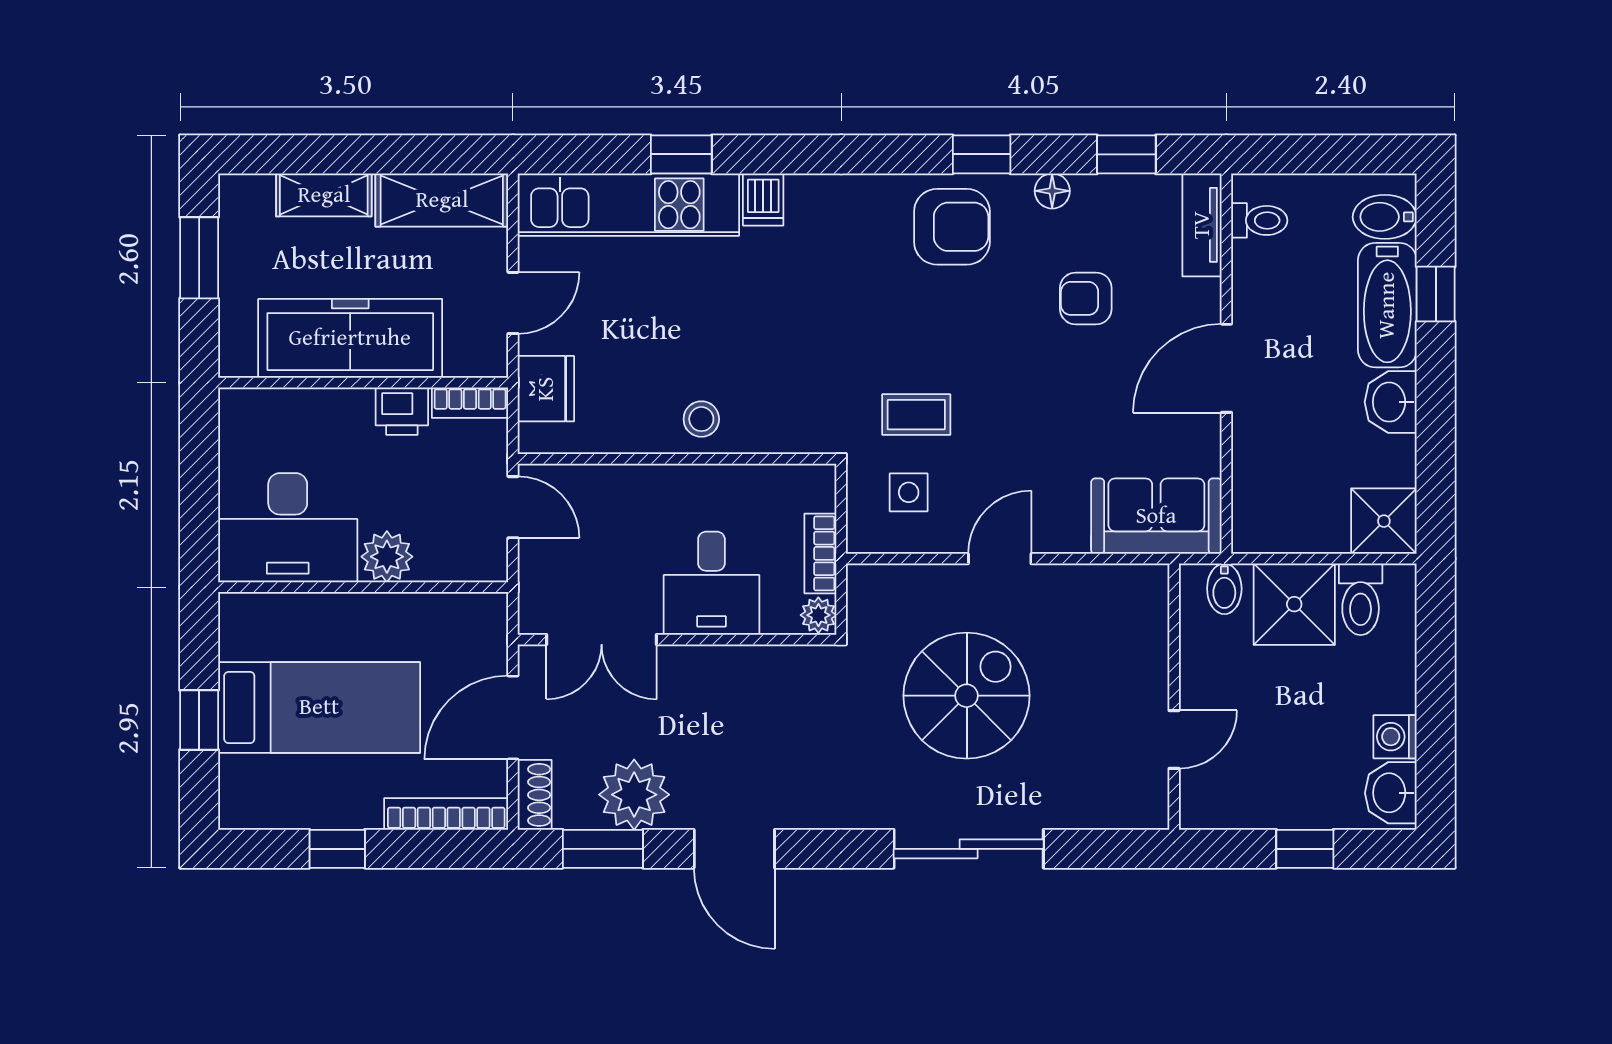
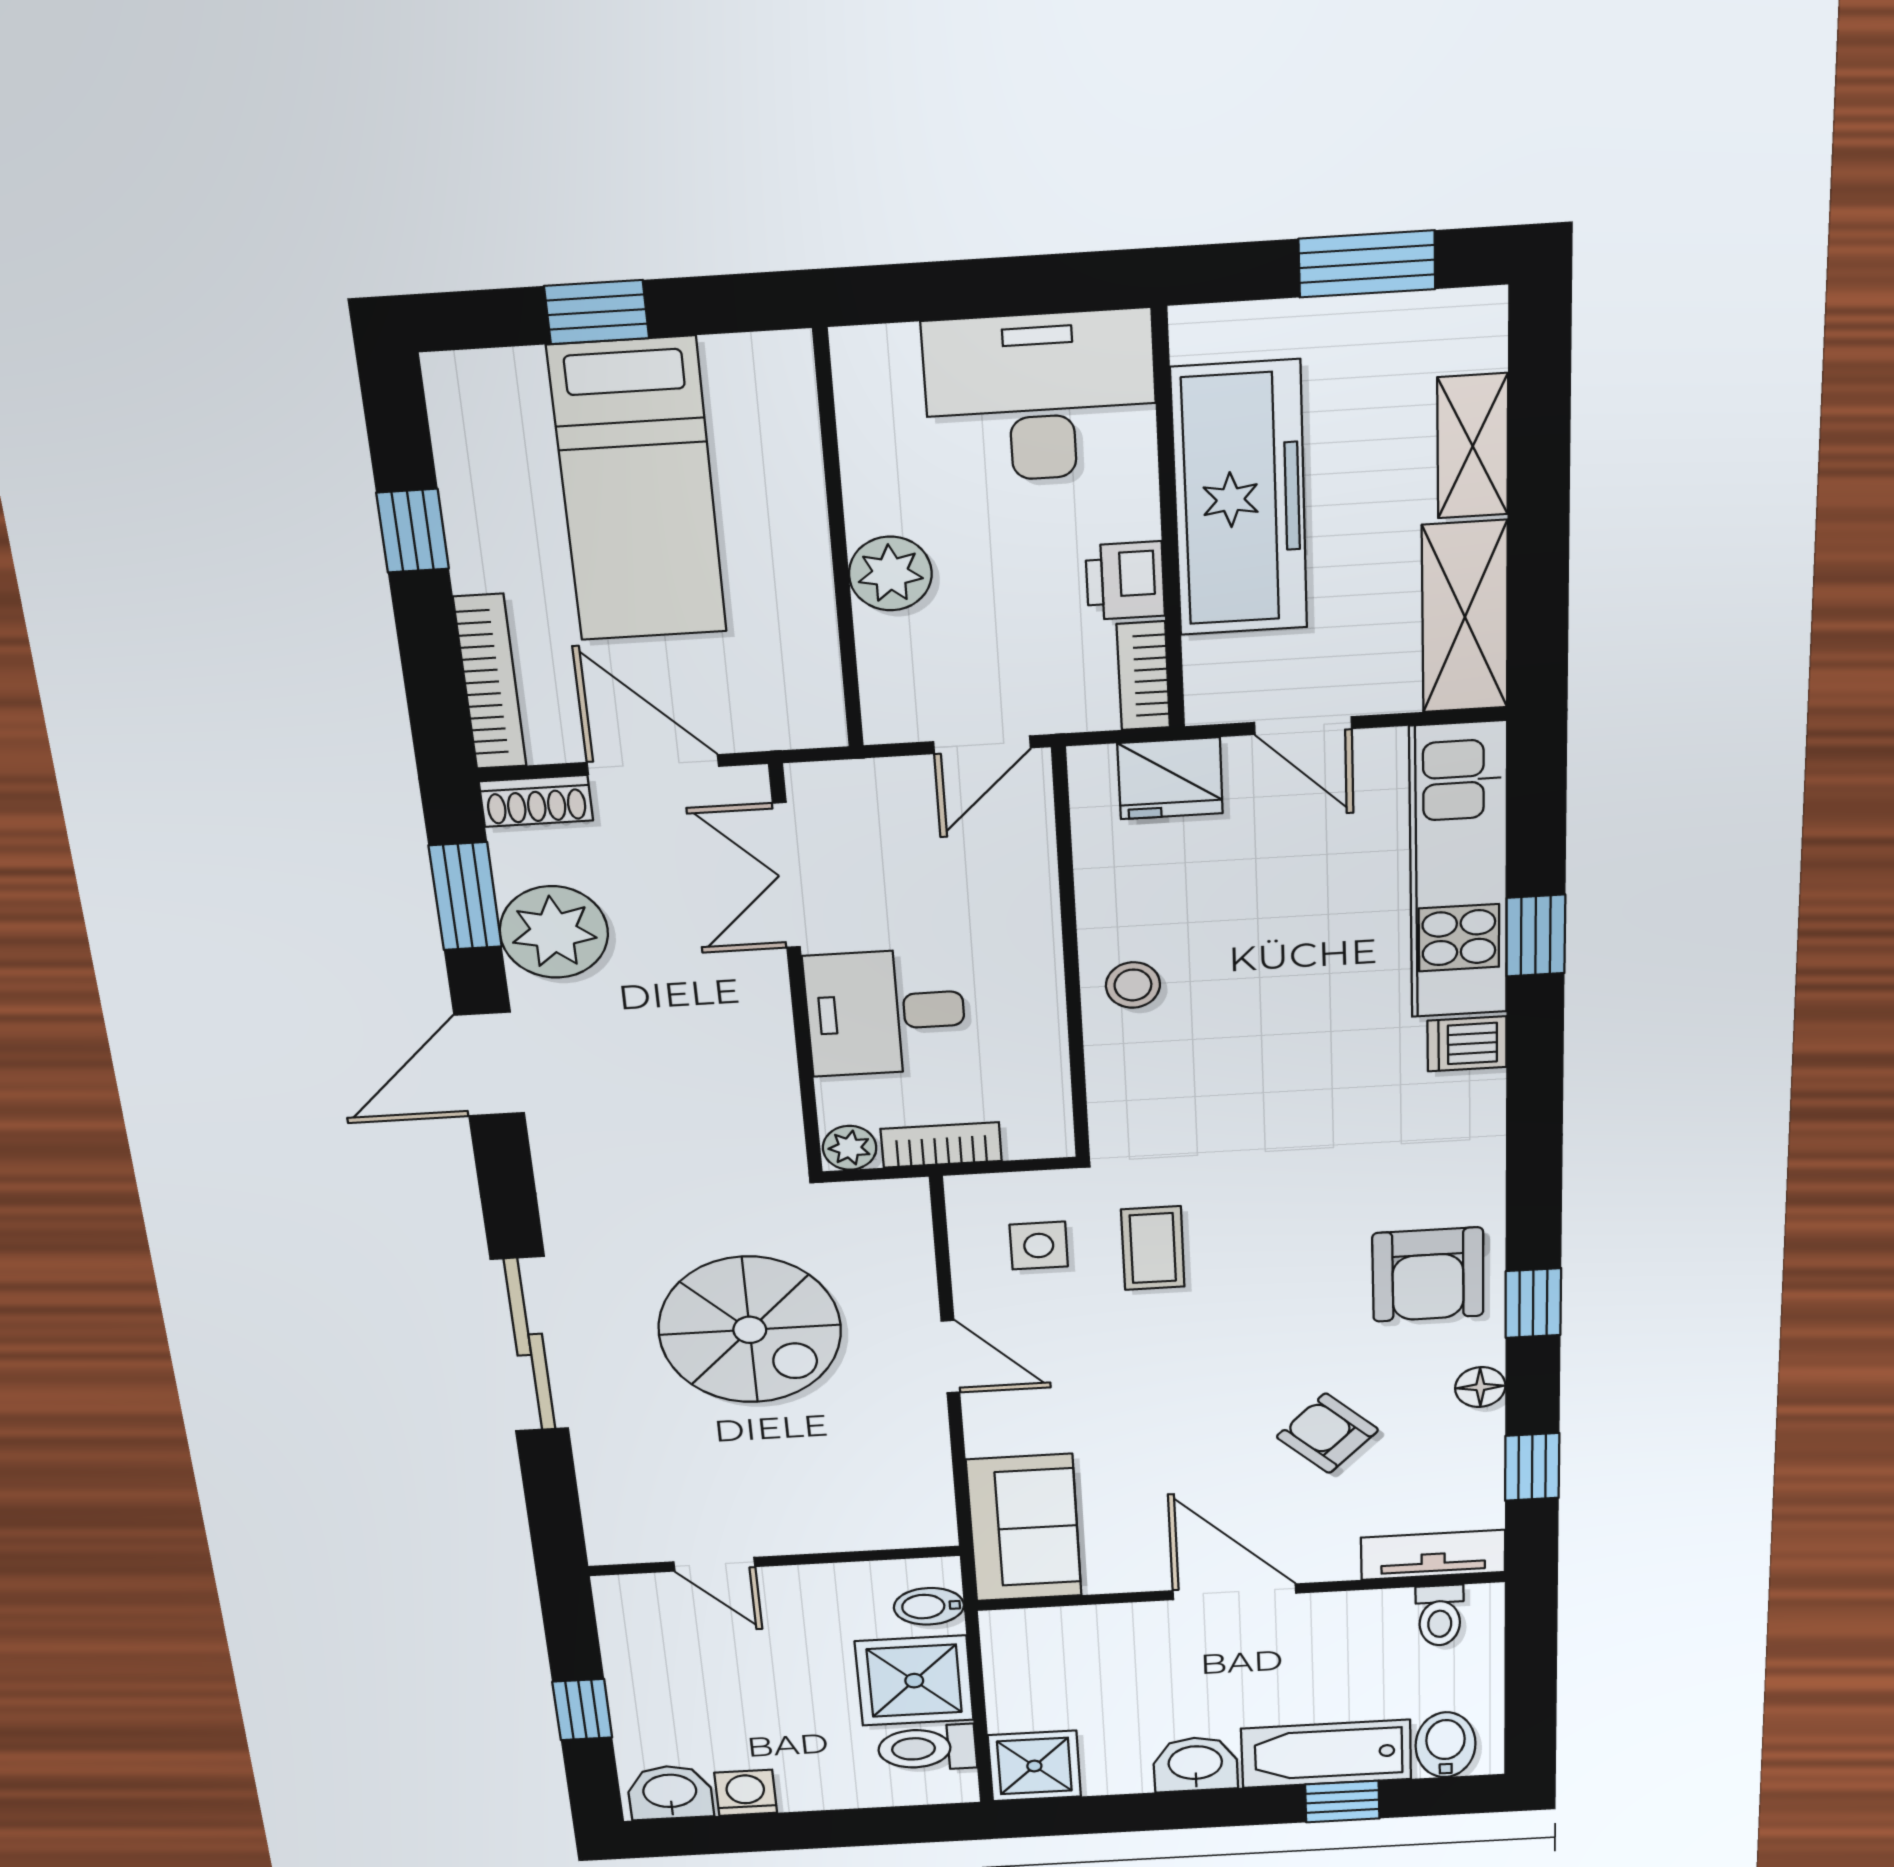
armchair: (1086, 298) -> (1327, 1433), turned -46
desk: (288, 528) -> (1041, 397), moved, turned 90

